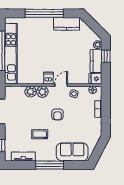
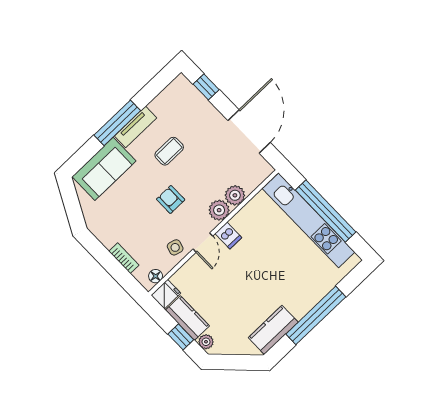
tv unit: (23, 156) -> (136, 127), moved

